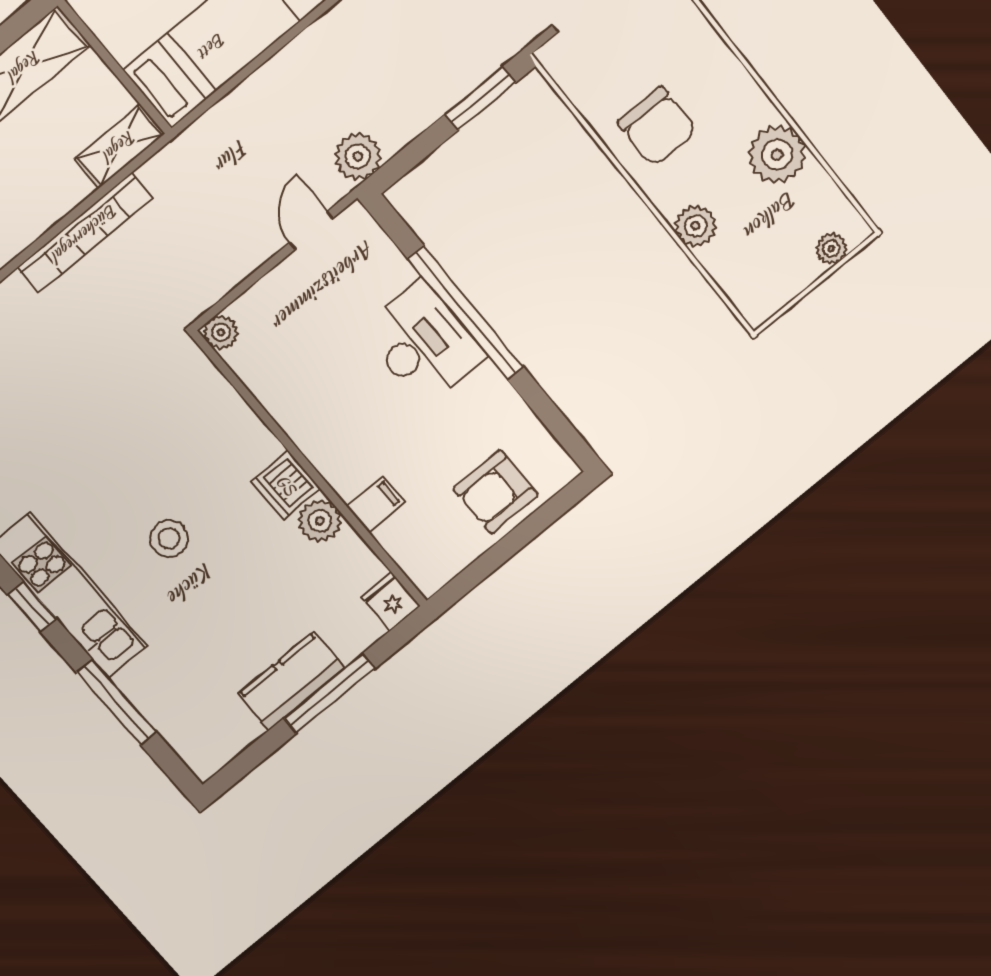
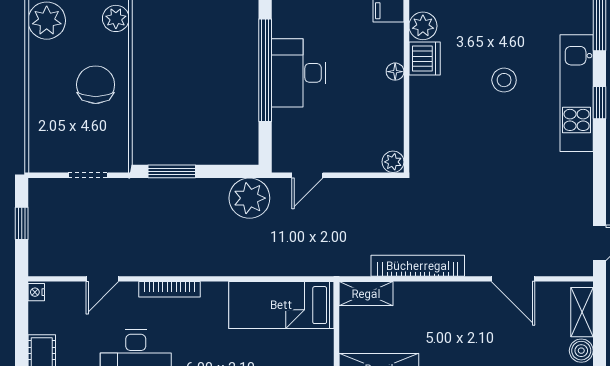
plant: (358, 156) -> (249, 198), width x1.36, depth x1.36
floor lamp: (308, 440) -> (395, 72), added

